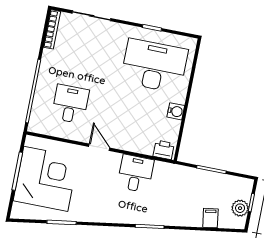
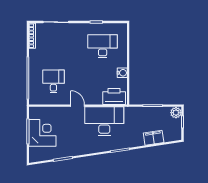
desk: (154, 66) -> (103, 46), width x0.73, depth x0.77
printer: (164, 150) -> (114, 96), width x1.87, depth x1.48
desk: (136, 173) -> (104, 121), width x1.87, depth x1.30
corner desk: (46, 179) -> (42, 133), width x0.74, depth x0.74
plant: (240, 208) -> (176, 113), moved
filing cabinet: (210, 218) -> (154, 138), width x2.00

